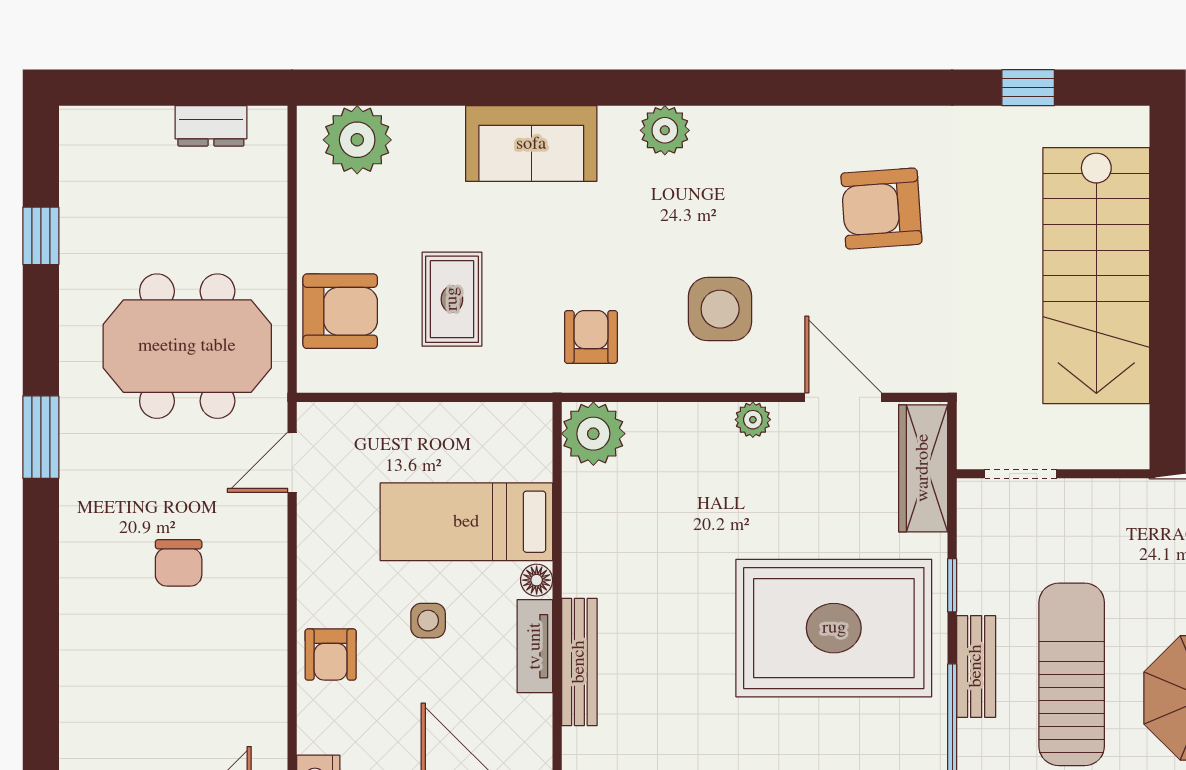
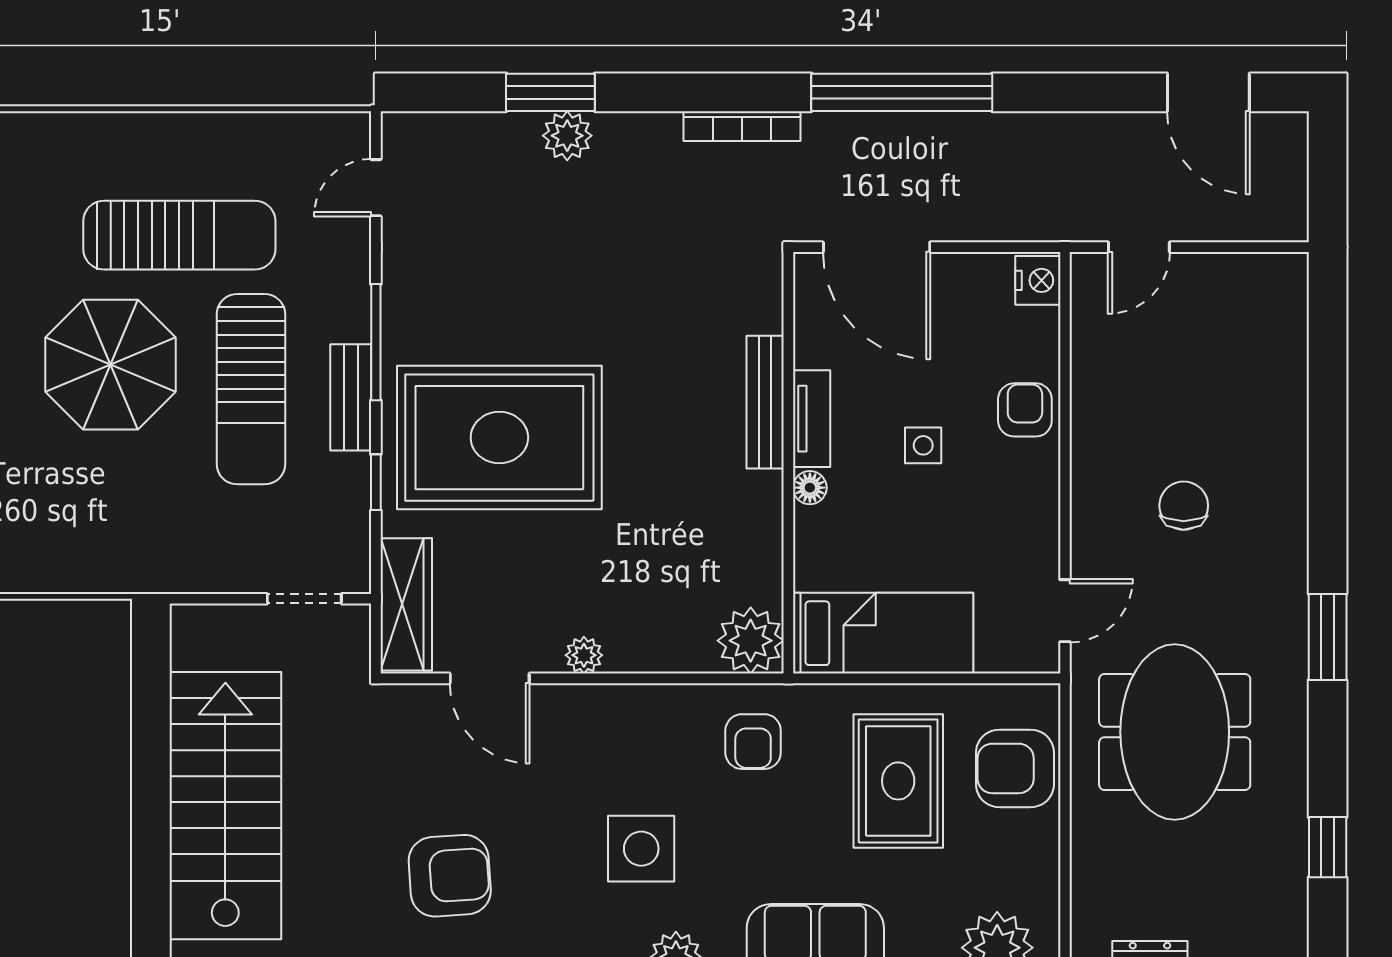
rug: (452, 299) -> (898, 781), width x1.36, depth x1.43
side table: (720, 309) -> (641, 849), moved
meeting table: (187, 346) -> (1175, 732), turned 90
bed: (466, 522) -> (883, 633), moved

